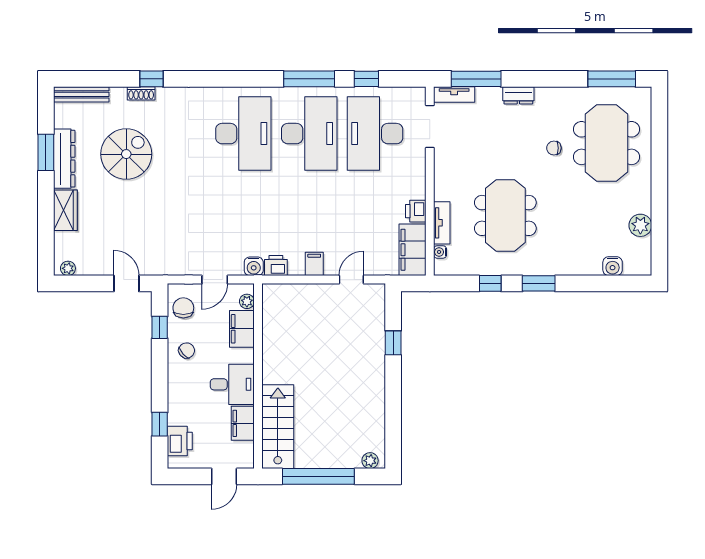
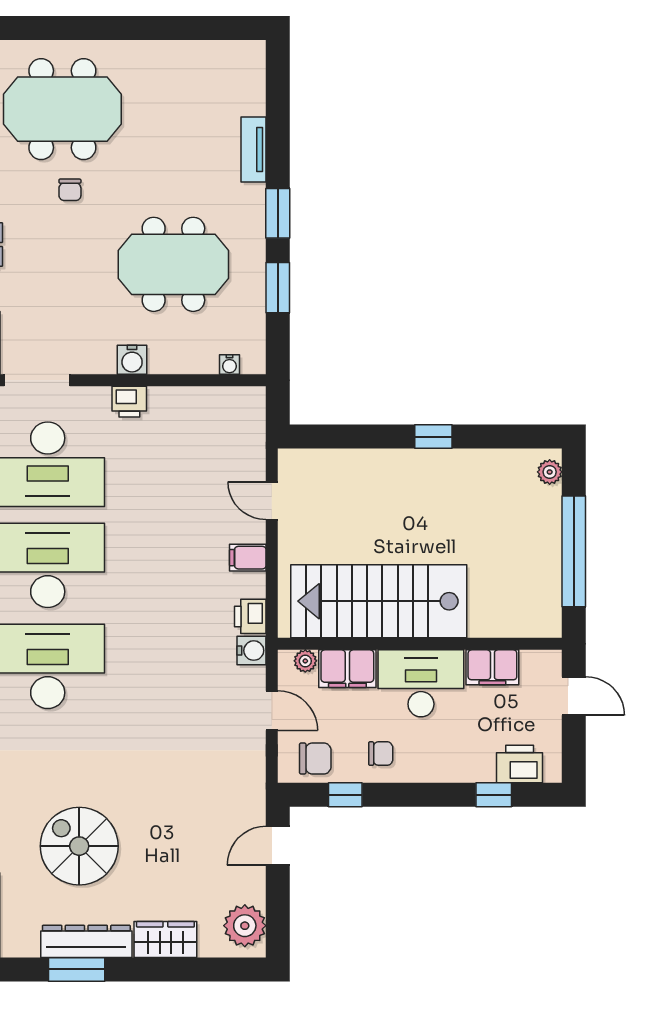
printer: (416, 211) -> (129, 402), moved
tv unit: (442, 223) -> (253, 149), moved, turned -90
plant: (640, 225) -> (189, 57), removed
filing cabinet: (412, 250) -> (226, 407), removed
water cooler: (613, 266) -> (132, 360), moved, turned 90
plant: (68, 268) -> (245, 926), width x1.87, depth x1.87
window: (490, 283) -> (278, 288), width x1.50
chair: (183, 308) -> (315, 758), turned 180
window: (393, 343) -> (433, 437), moved
chair: (187, 351) -> (381, 754), turned 131
desk: (232, 384) -> (421, 683), width x1.37
stairs: (278, 427) -> (379, 601), moved, width x1.36, depth x1.51

